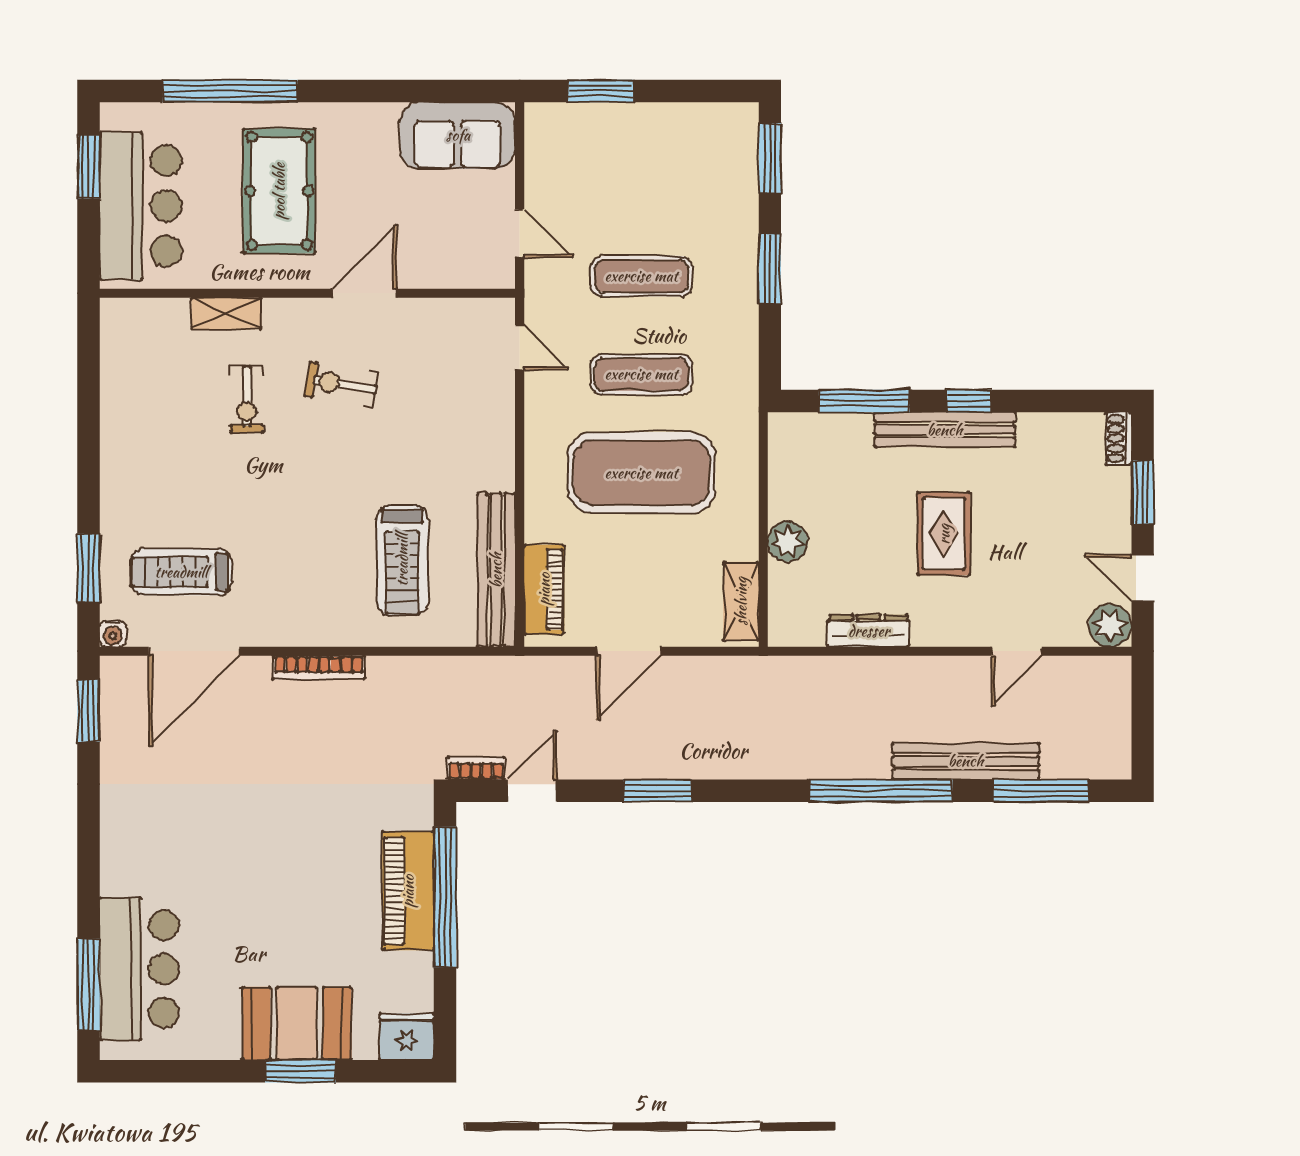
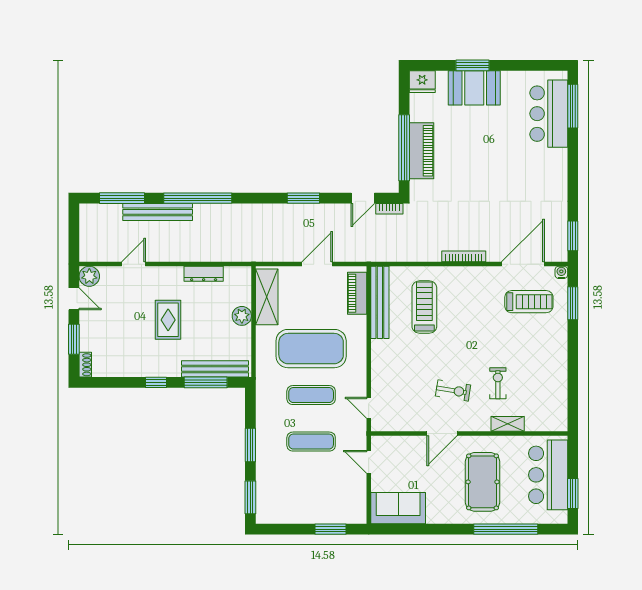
bench: (945, 430) -> (215, 369), moved
shelving: (741, 601) -> (267, 297), width x1.50, depth x1.33

